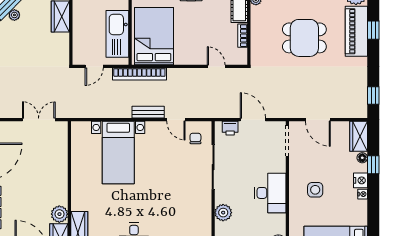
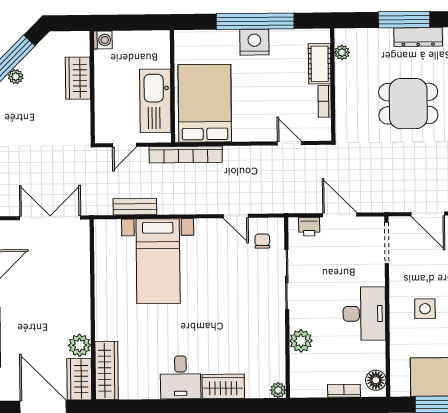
bench: (148, 112) -> (135, 207), moved
double door: (39, 120) -> (50, 218), width x1.37

